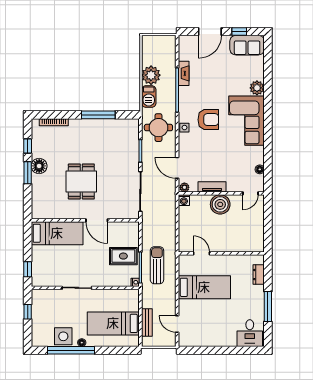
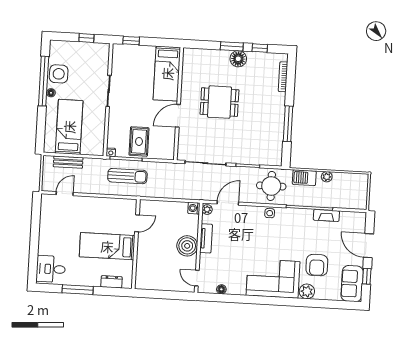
plant: (151, 75) -> (327, 177), width x0.53, depth x0.53
armchair: (208, 120) -> (317, 265), moved
bed: (204, 287) -> (107, 246), moved, turned 90

